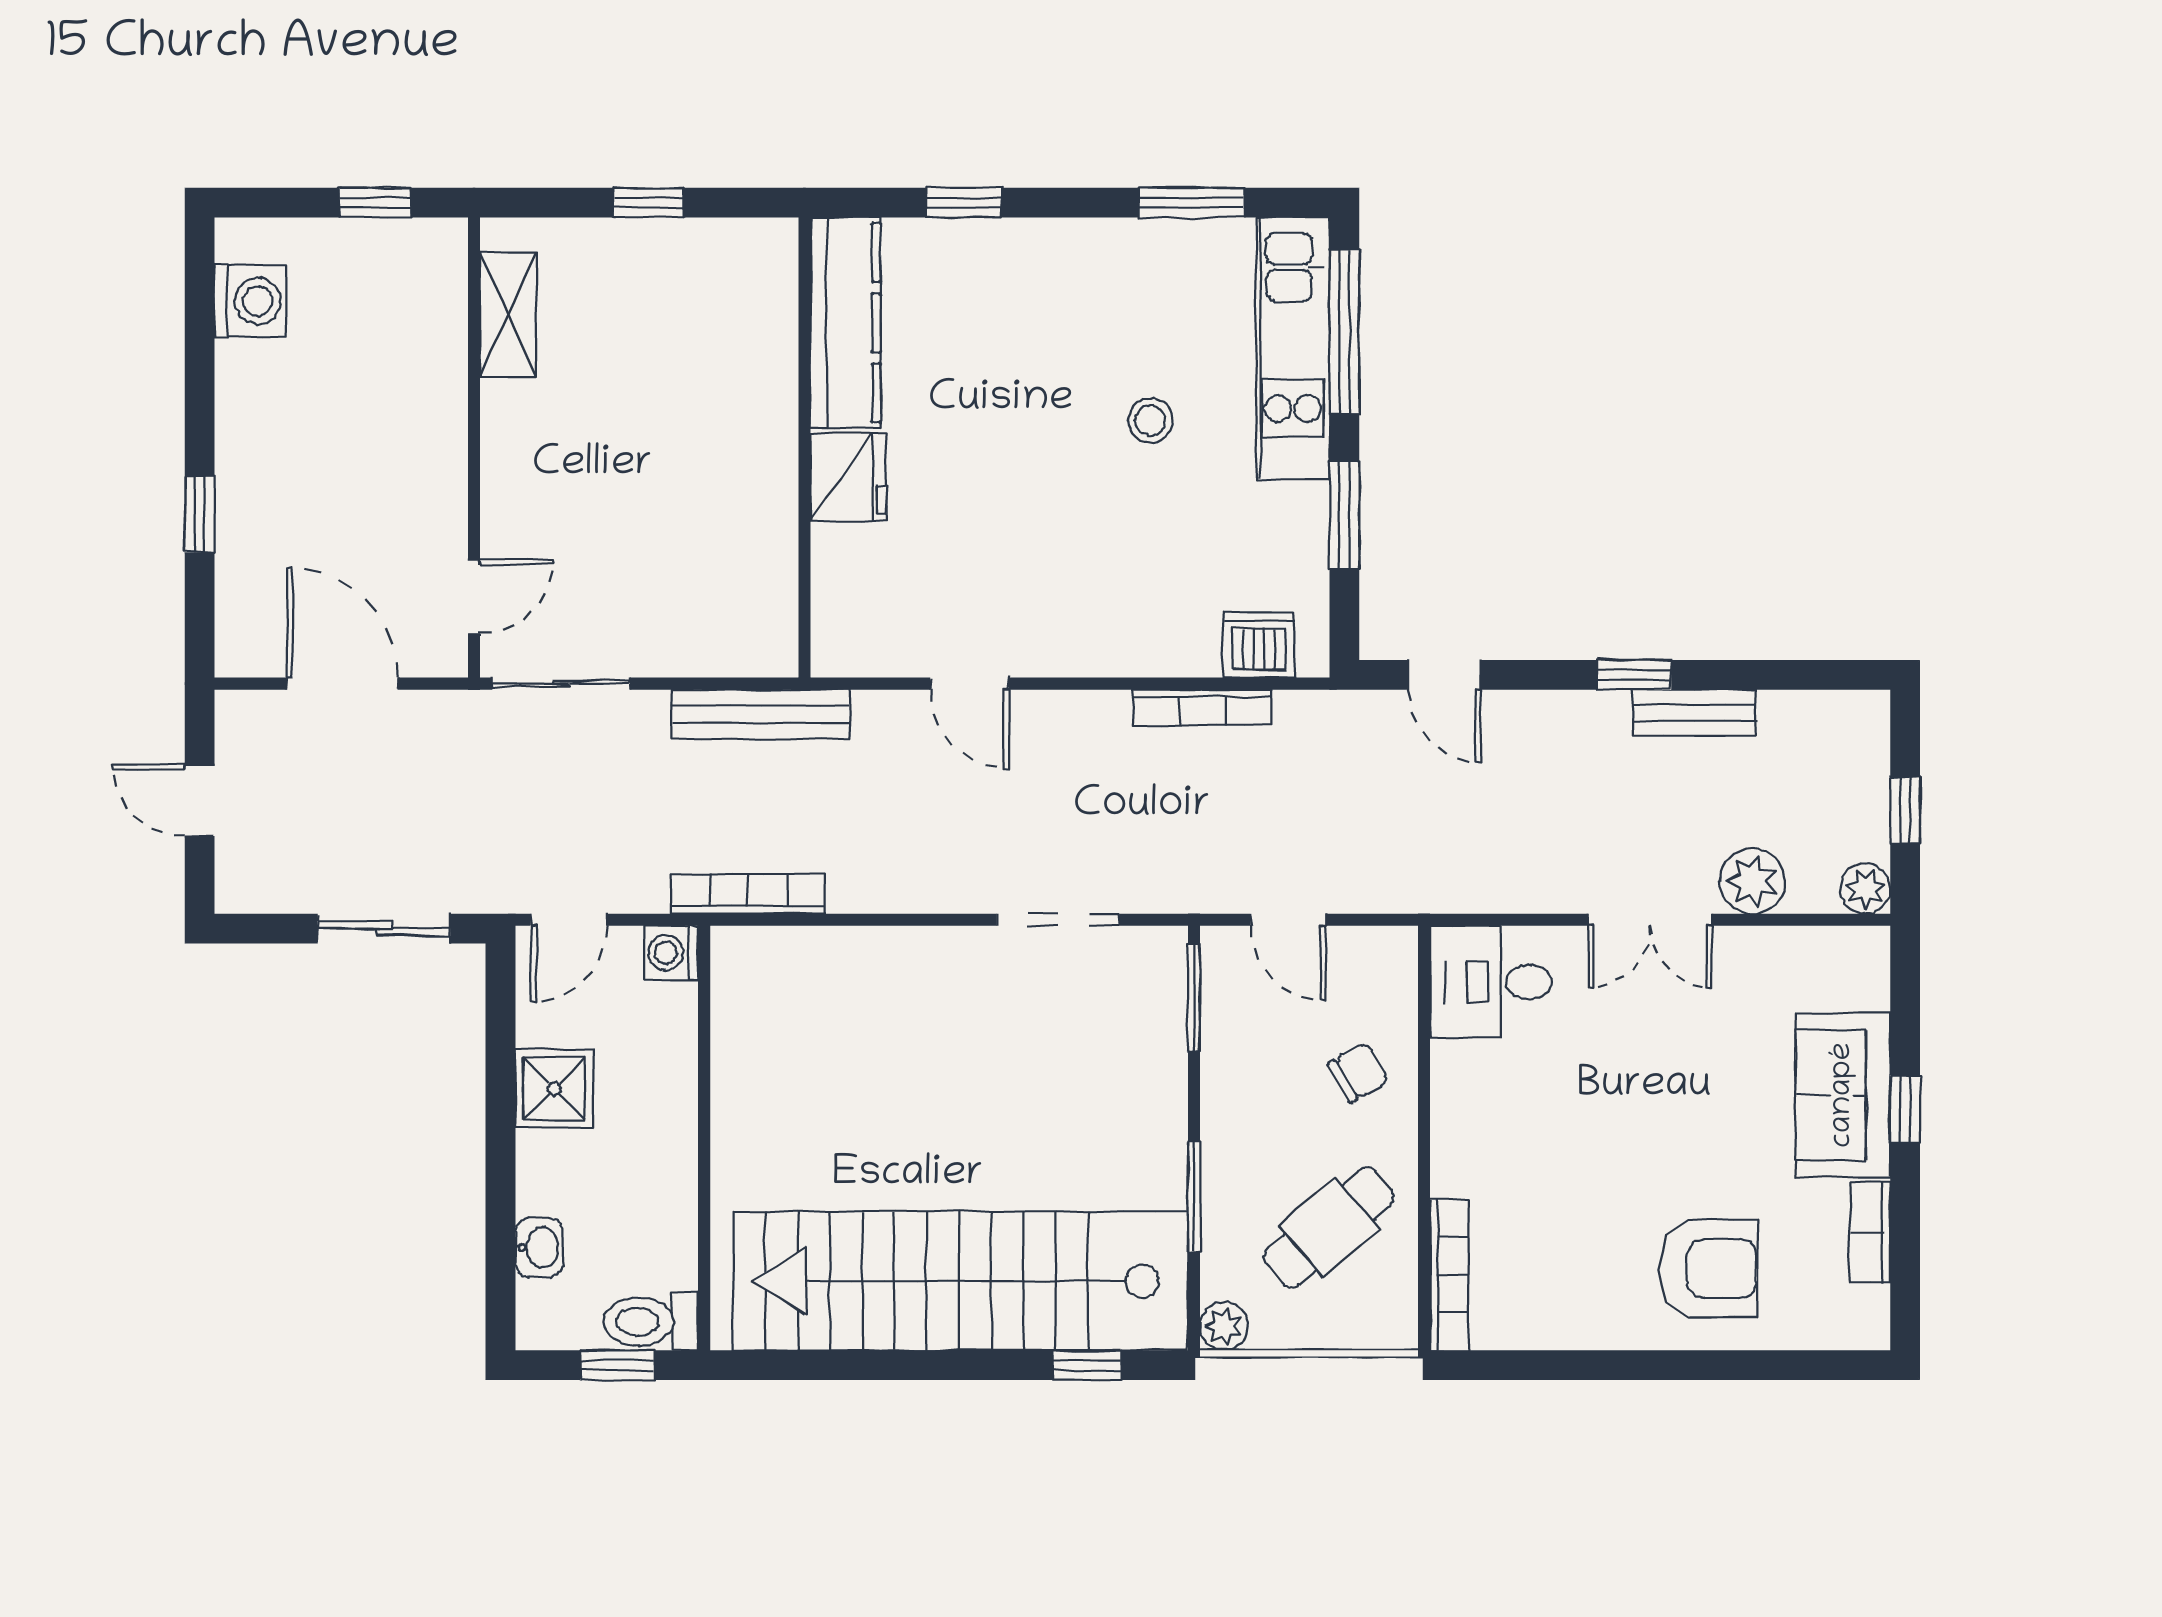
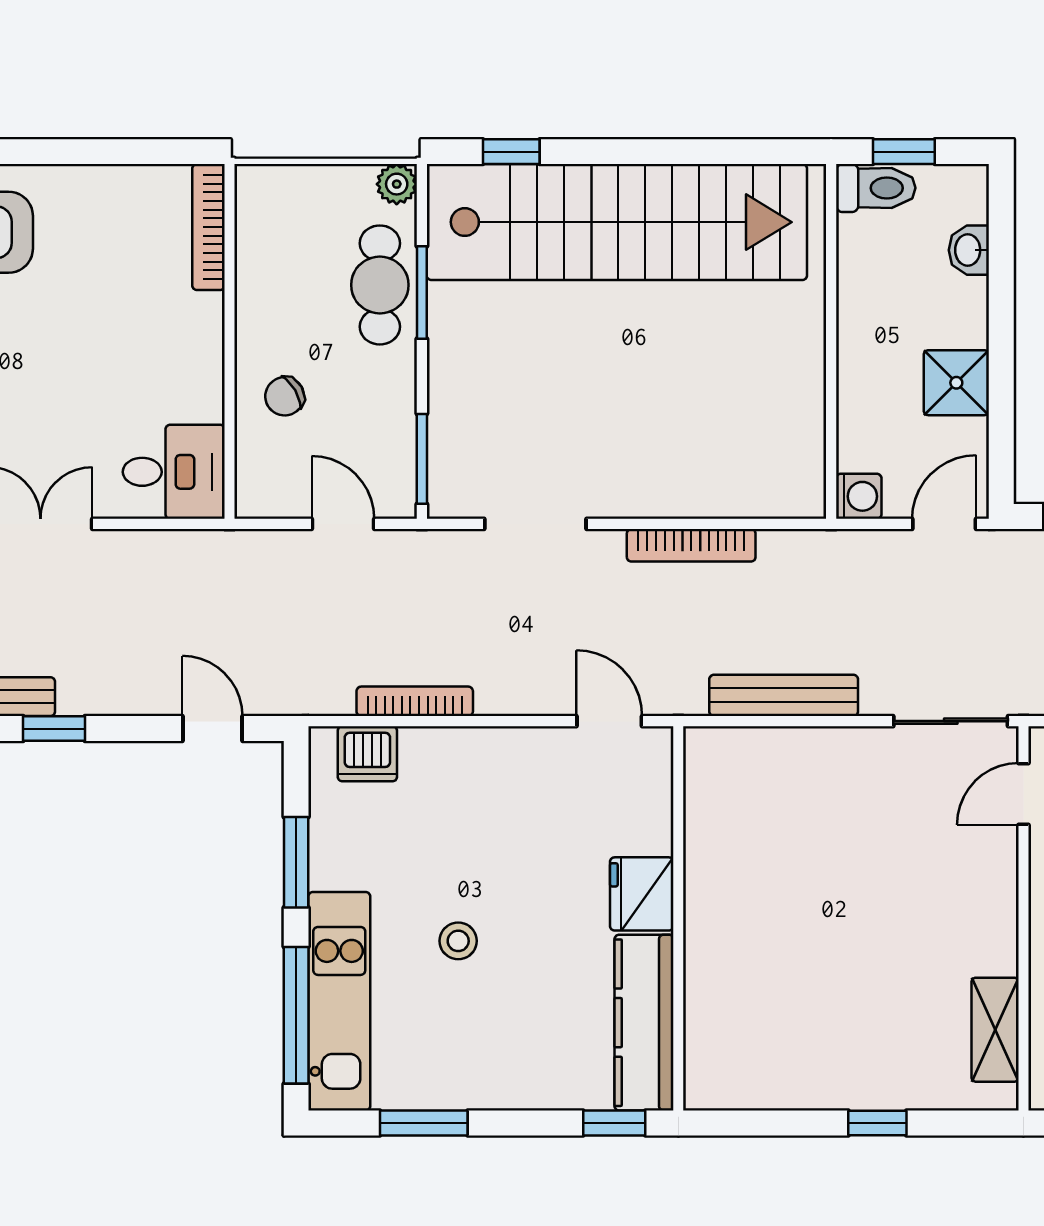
kitchen counter: (845, 323) -> (644, 1023), moved
wall: (804, 448) -> (678, 918), moved
fridge: (848, 477) -> (642, 894), moved
bookcase: (748, 894) -> (691, 545), moved
cafe table: (1329, 1228) -> (380, 285), moved, turned -49

